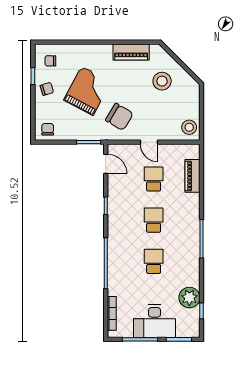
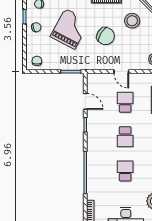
chair: (119, 117) -> (106, 36), moved
door: (106, 164) -> (85, 101), moved
school desk: (154, 220) -> (125, 137), turned 180

